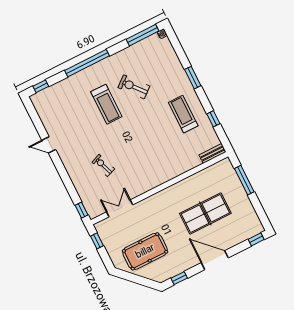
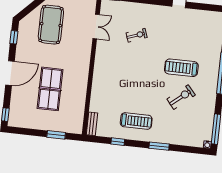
window: (244, 180) -> (56, 135), width x0.69

